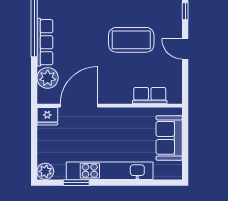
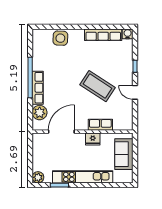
coffee table: (131, 40) -> (98, 86), turned 33
row of seats: (150, 96) -> (100, 125), moved
fridge: (47, 116) -> (93, 139), moved

